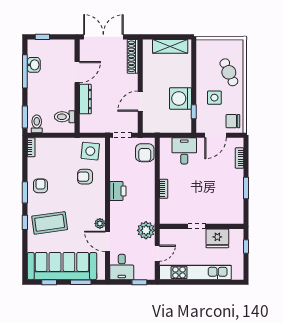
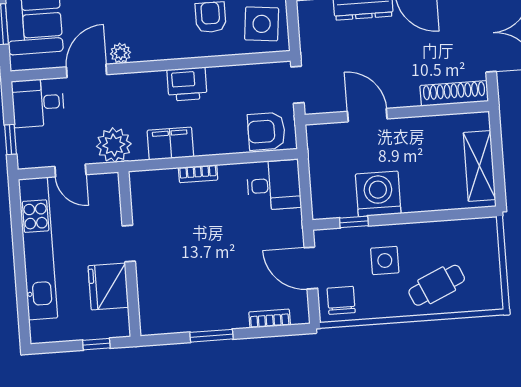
desk: (184, 151) -> (274, 185), moved
filing cabinet: (147, 202) -> (170, 144), added

